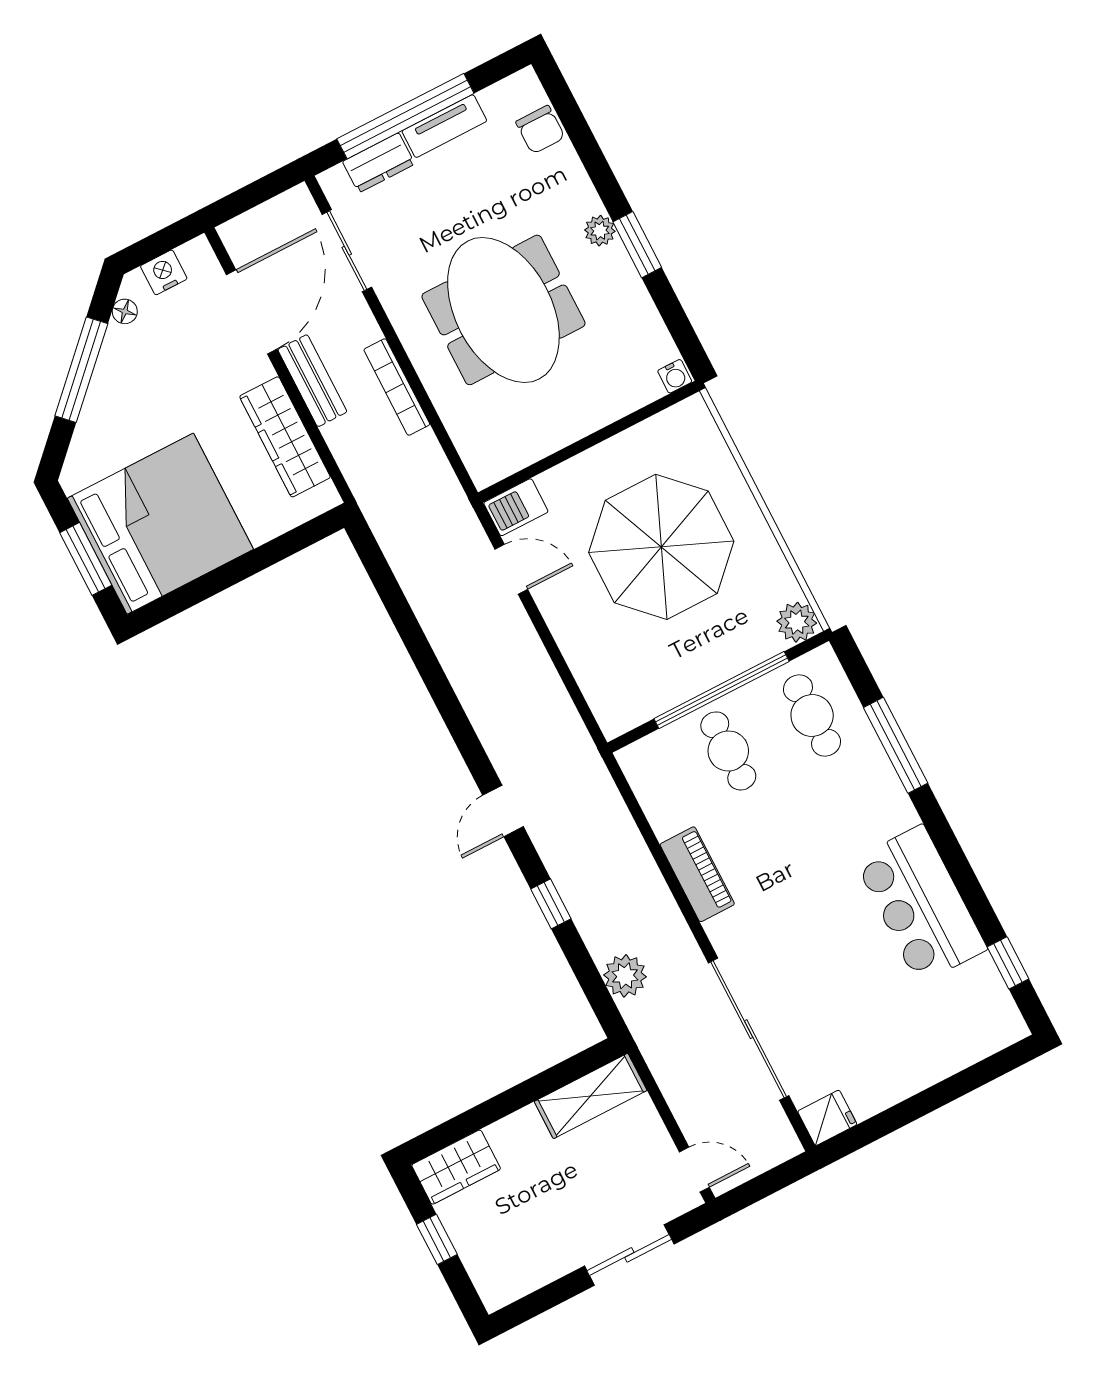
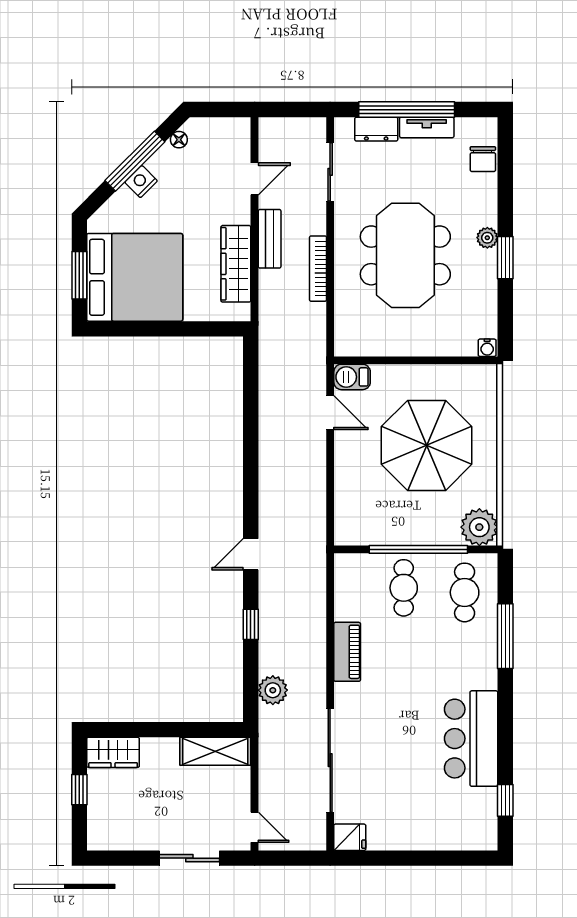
nightstand: (164, 272) -> (141, 182), moved, turned -45
door: (252, 312) -> (255, 179), width x0.53
plant: (797, 622) -> (479, 527), width x1.36, depth x1.36

